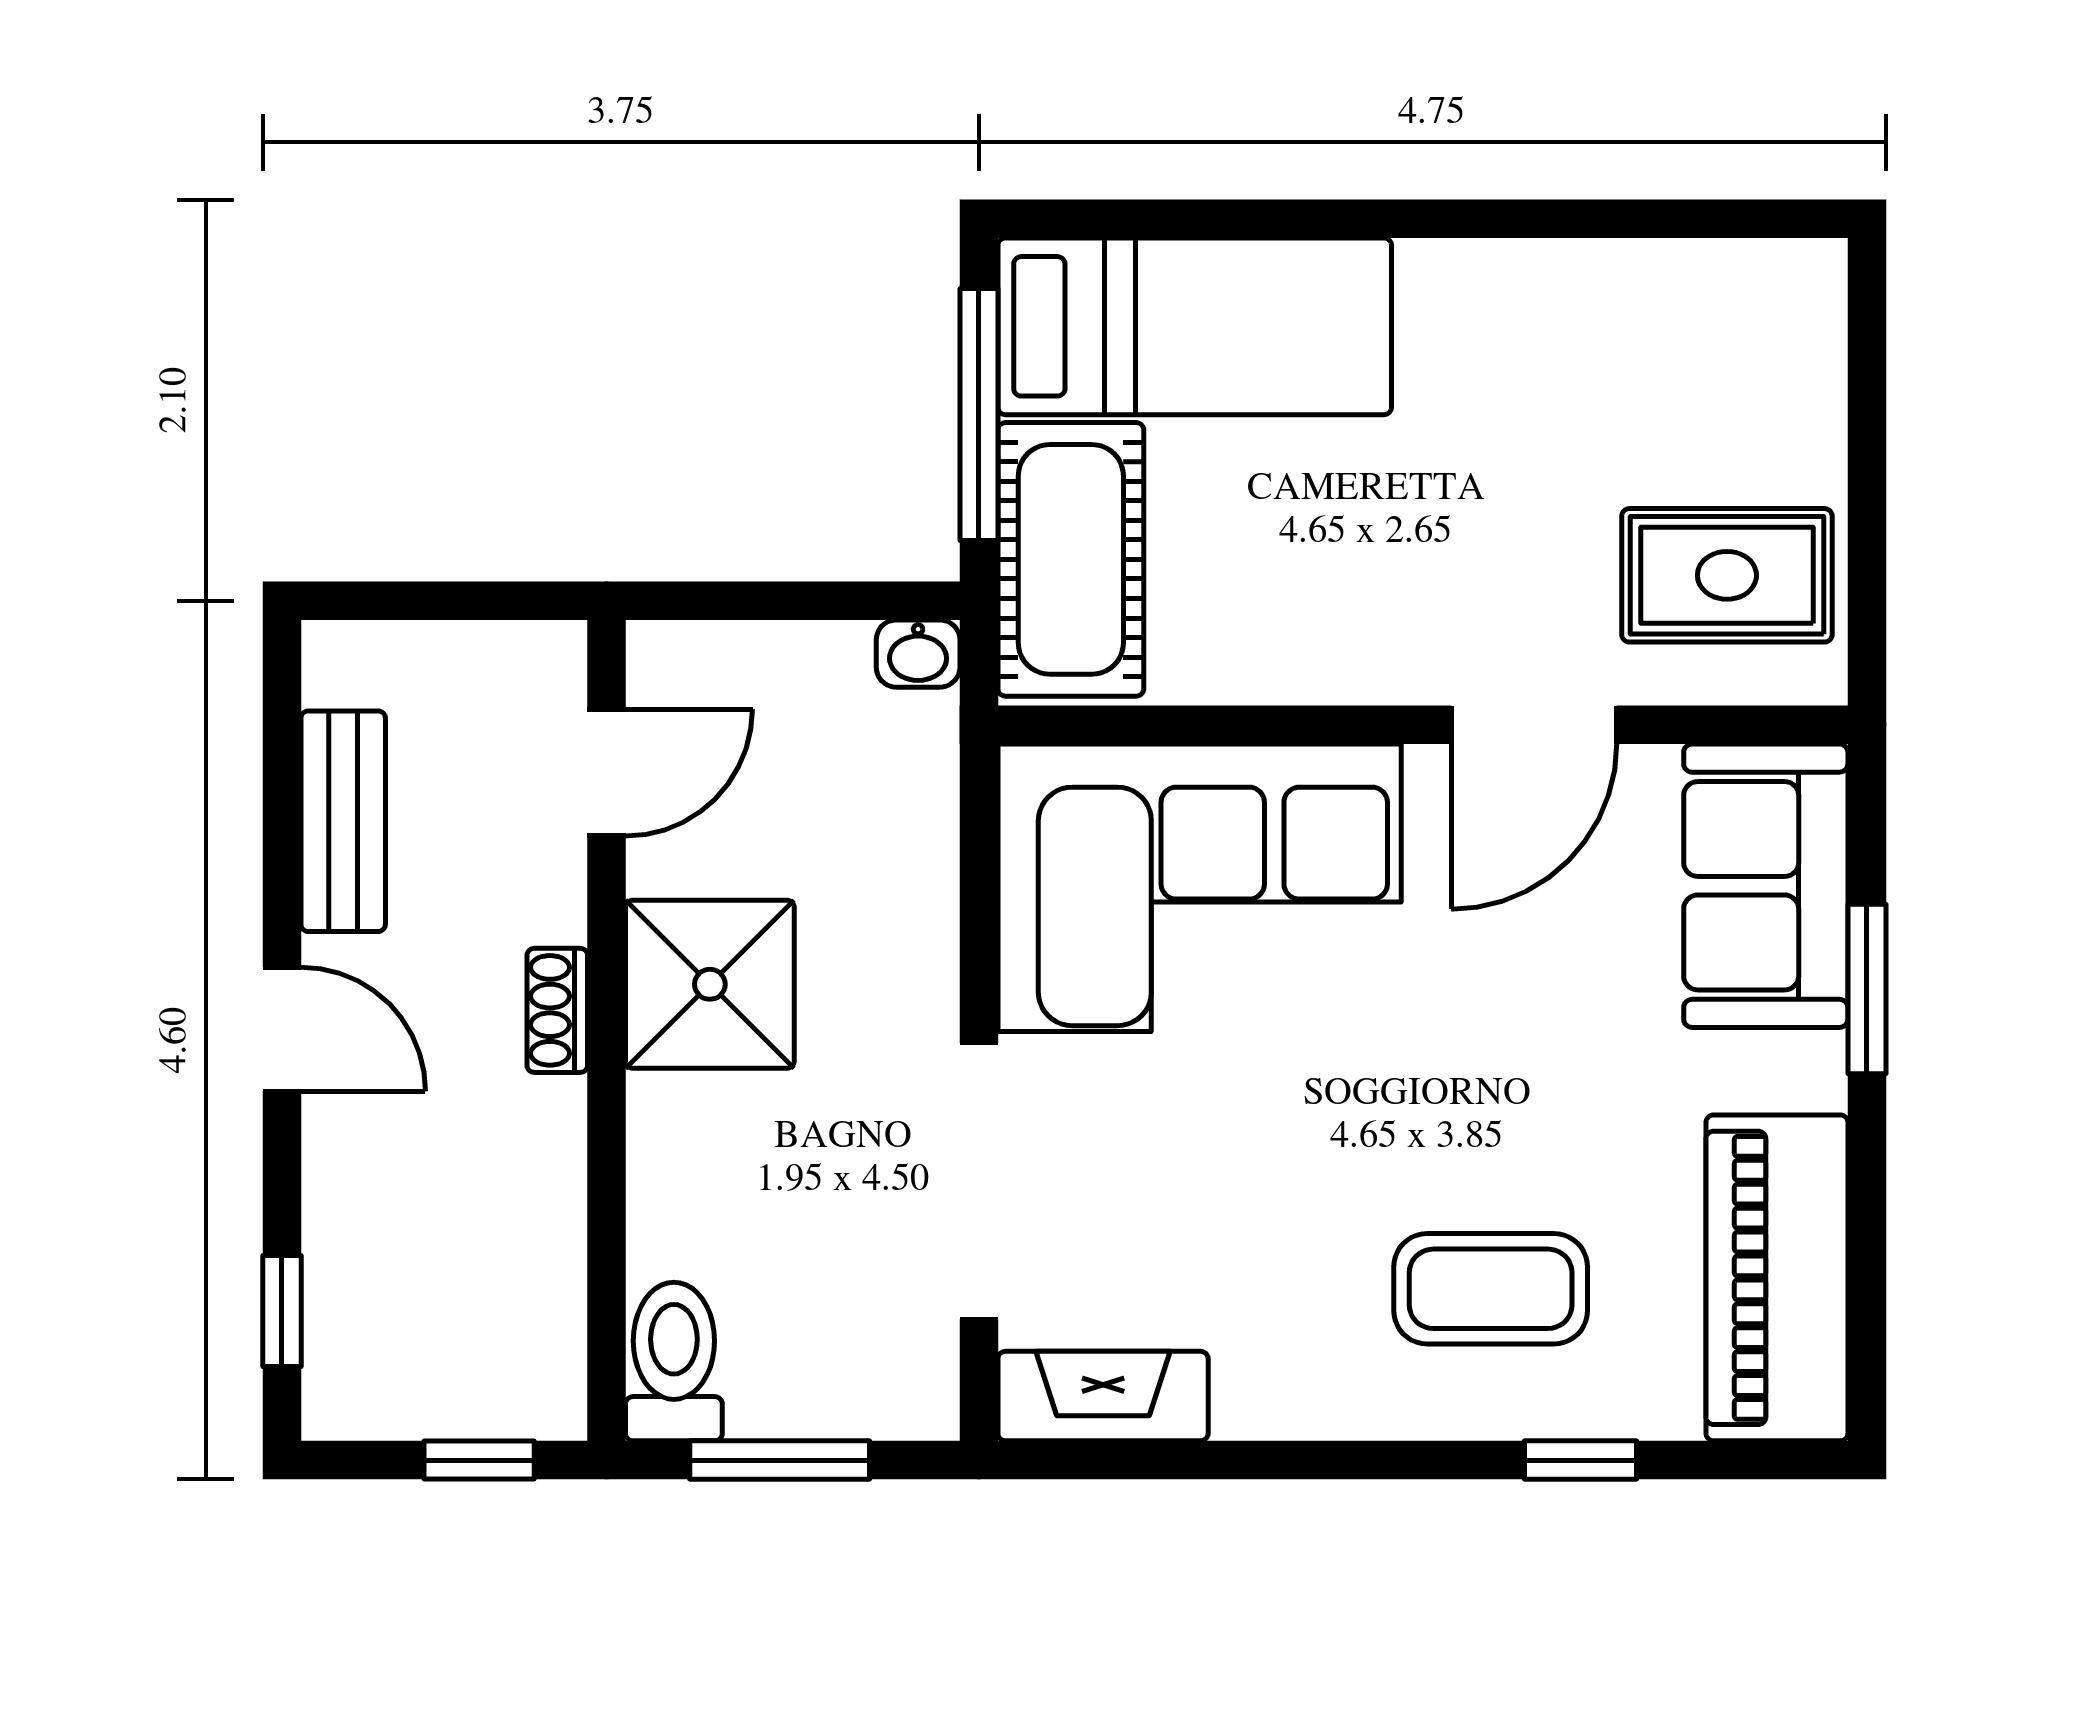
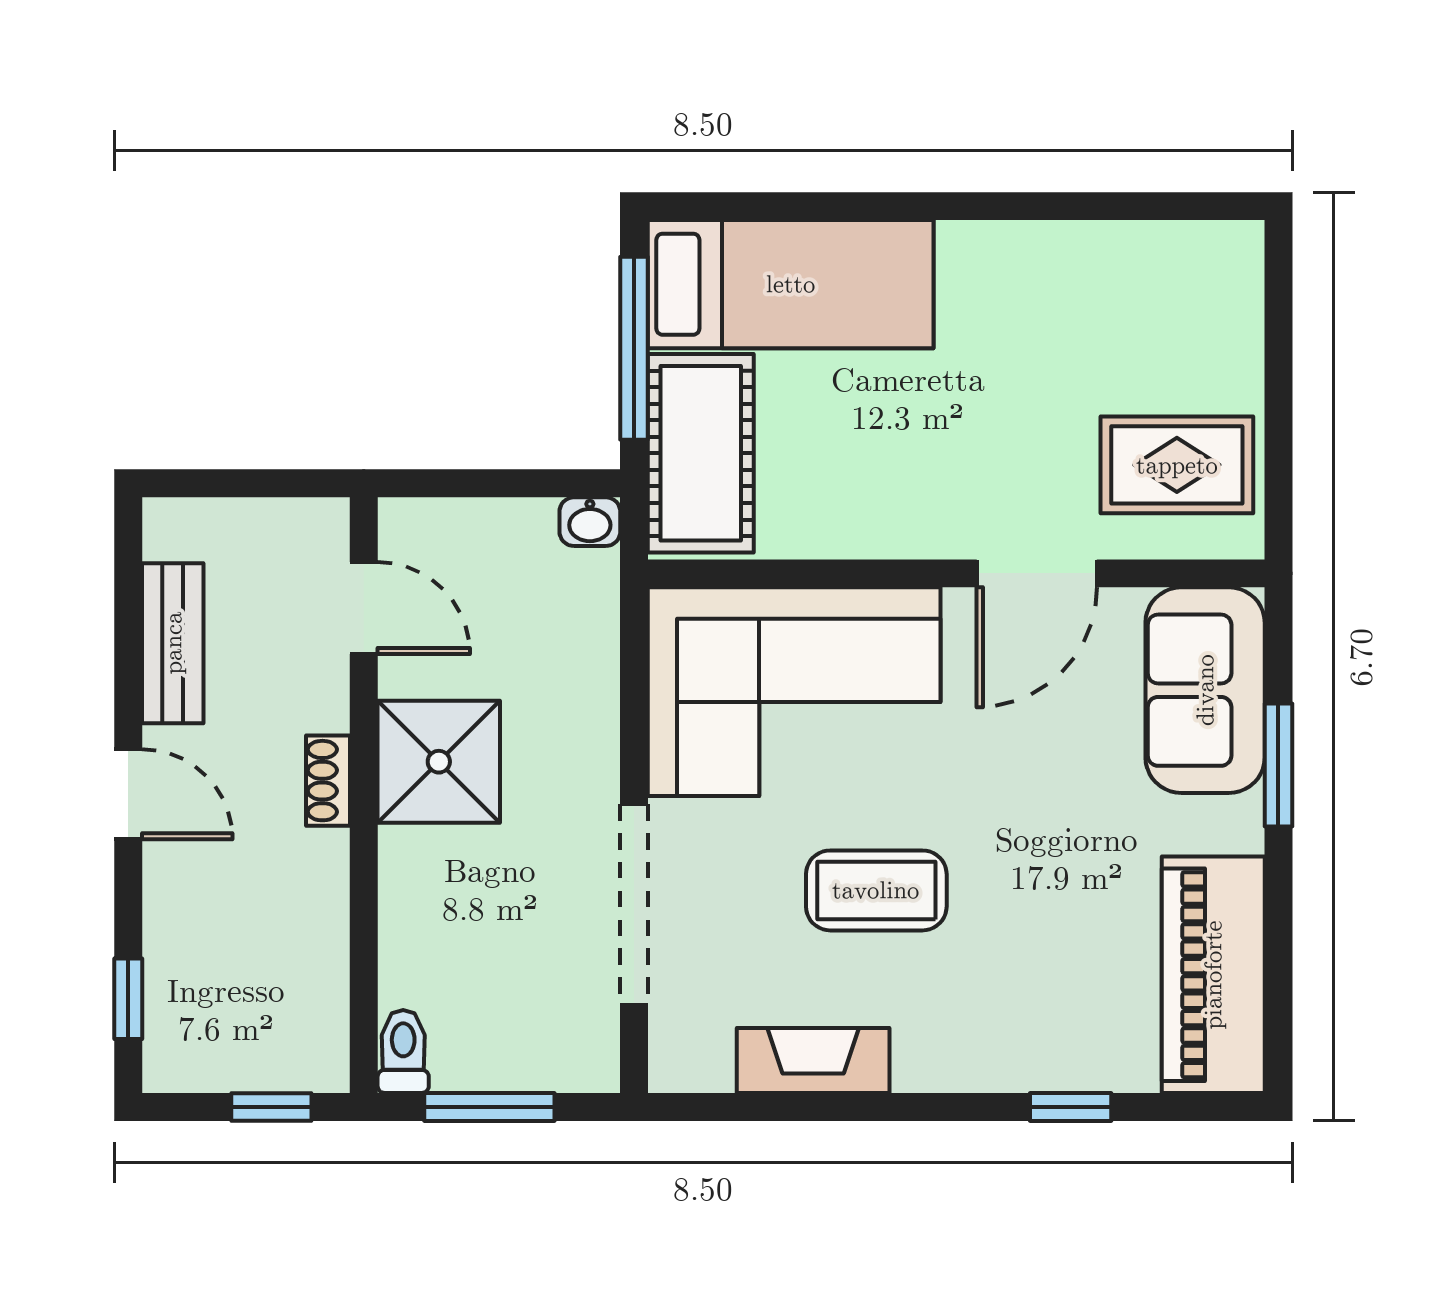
door: (607, 773) -> (364, 608), hinge flipped
coffee table: (1491, 1289) -> (876, 890), moved
toilet: (674, 1361) -> (403, 1051), width x0.73, depth x0.72
fireplace: (1103, 1396) -> (813, 1060), moved

